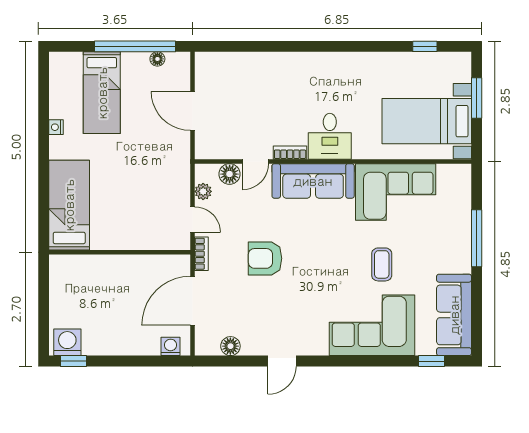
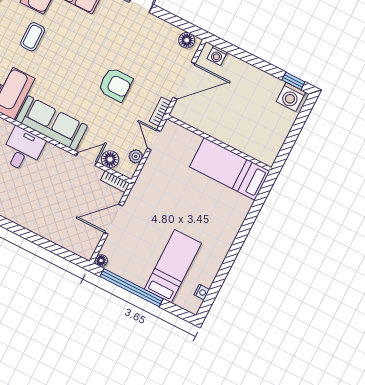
floor lamp: (157, 59) -> (101, 261), moved
door: (193, 111) -> (113, 219), swing flipped
nightstand: (56, 127) -> (202, 292), moved
bookcase: (290, 153) -> (115, 182), moved
bed: (69, 205) -> (230, 169), moved, turned 90
floor lamp: (230, 346) -> (187, 40), moved

